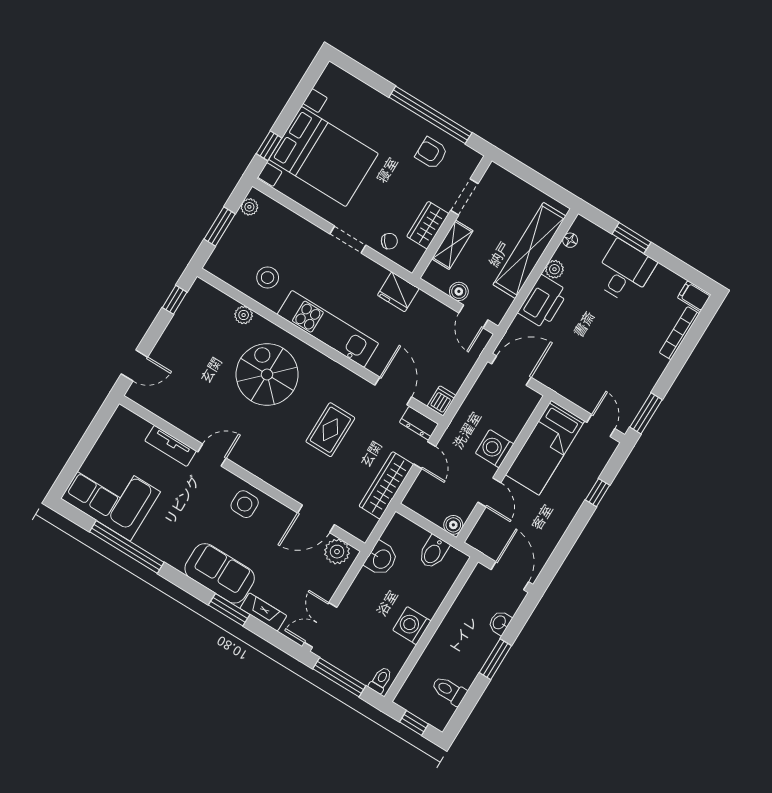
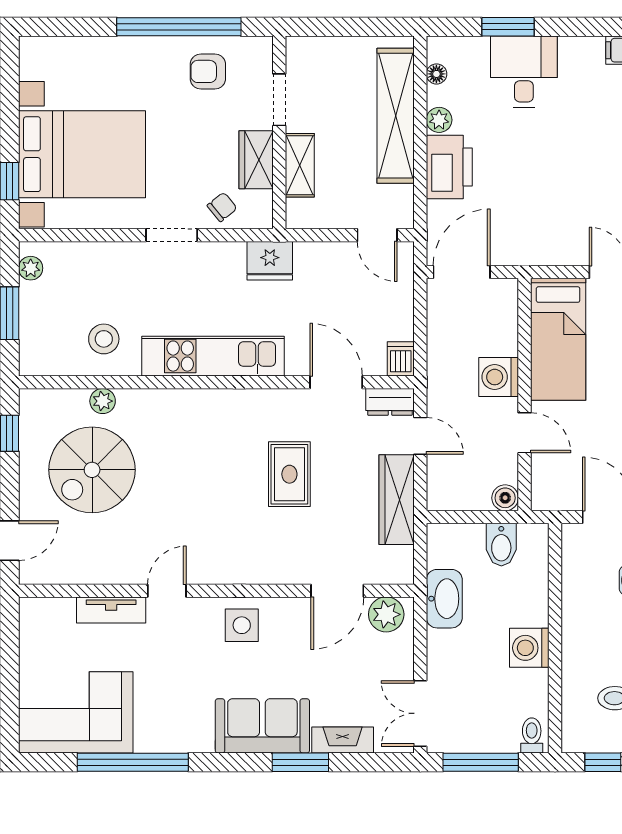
boiler: (459, 291) -> (341, 216), removed
spiral stairs: (267, 375) -> (92, 470), moved, turned -90
washbasin: (381, 559) -> (444, 599), width x1.38

